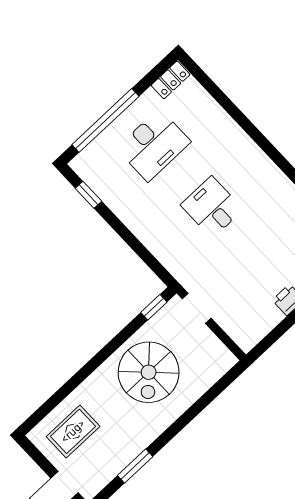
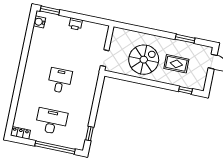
desk: (212, 207) -> (60, 81), turned 180
window: (154, 307) -> (185, 90), moved
rug: (73, 431) -> (176, 64), moved

